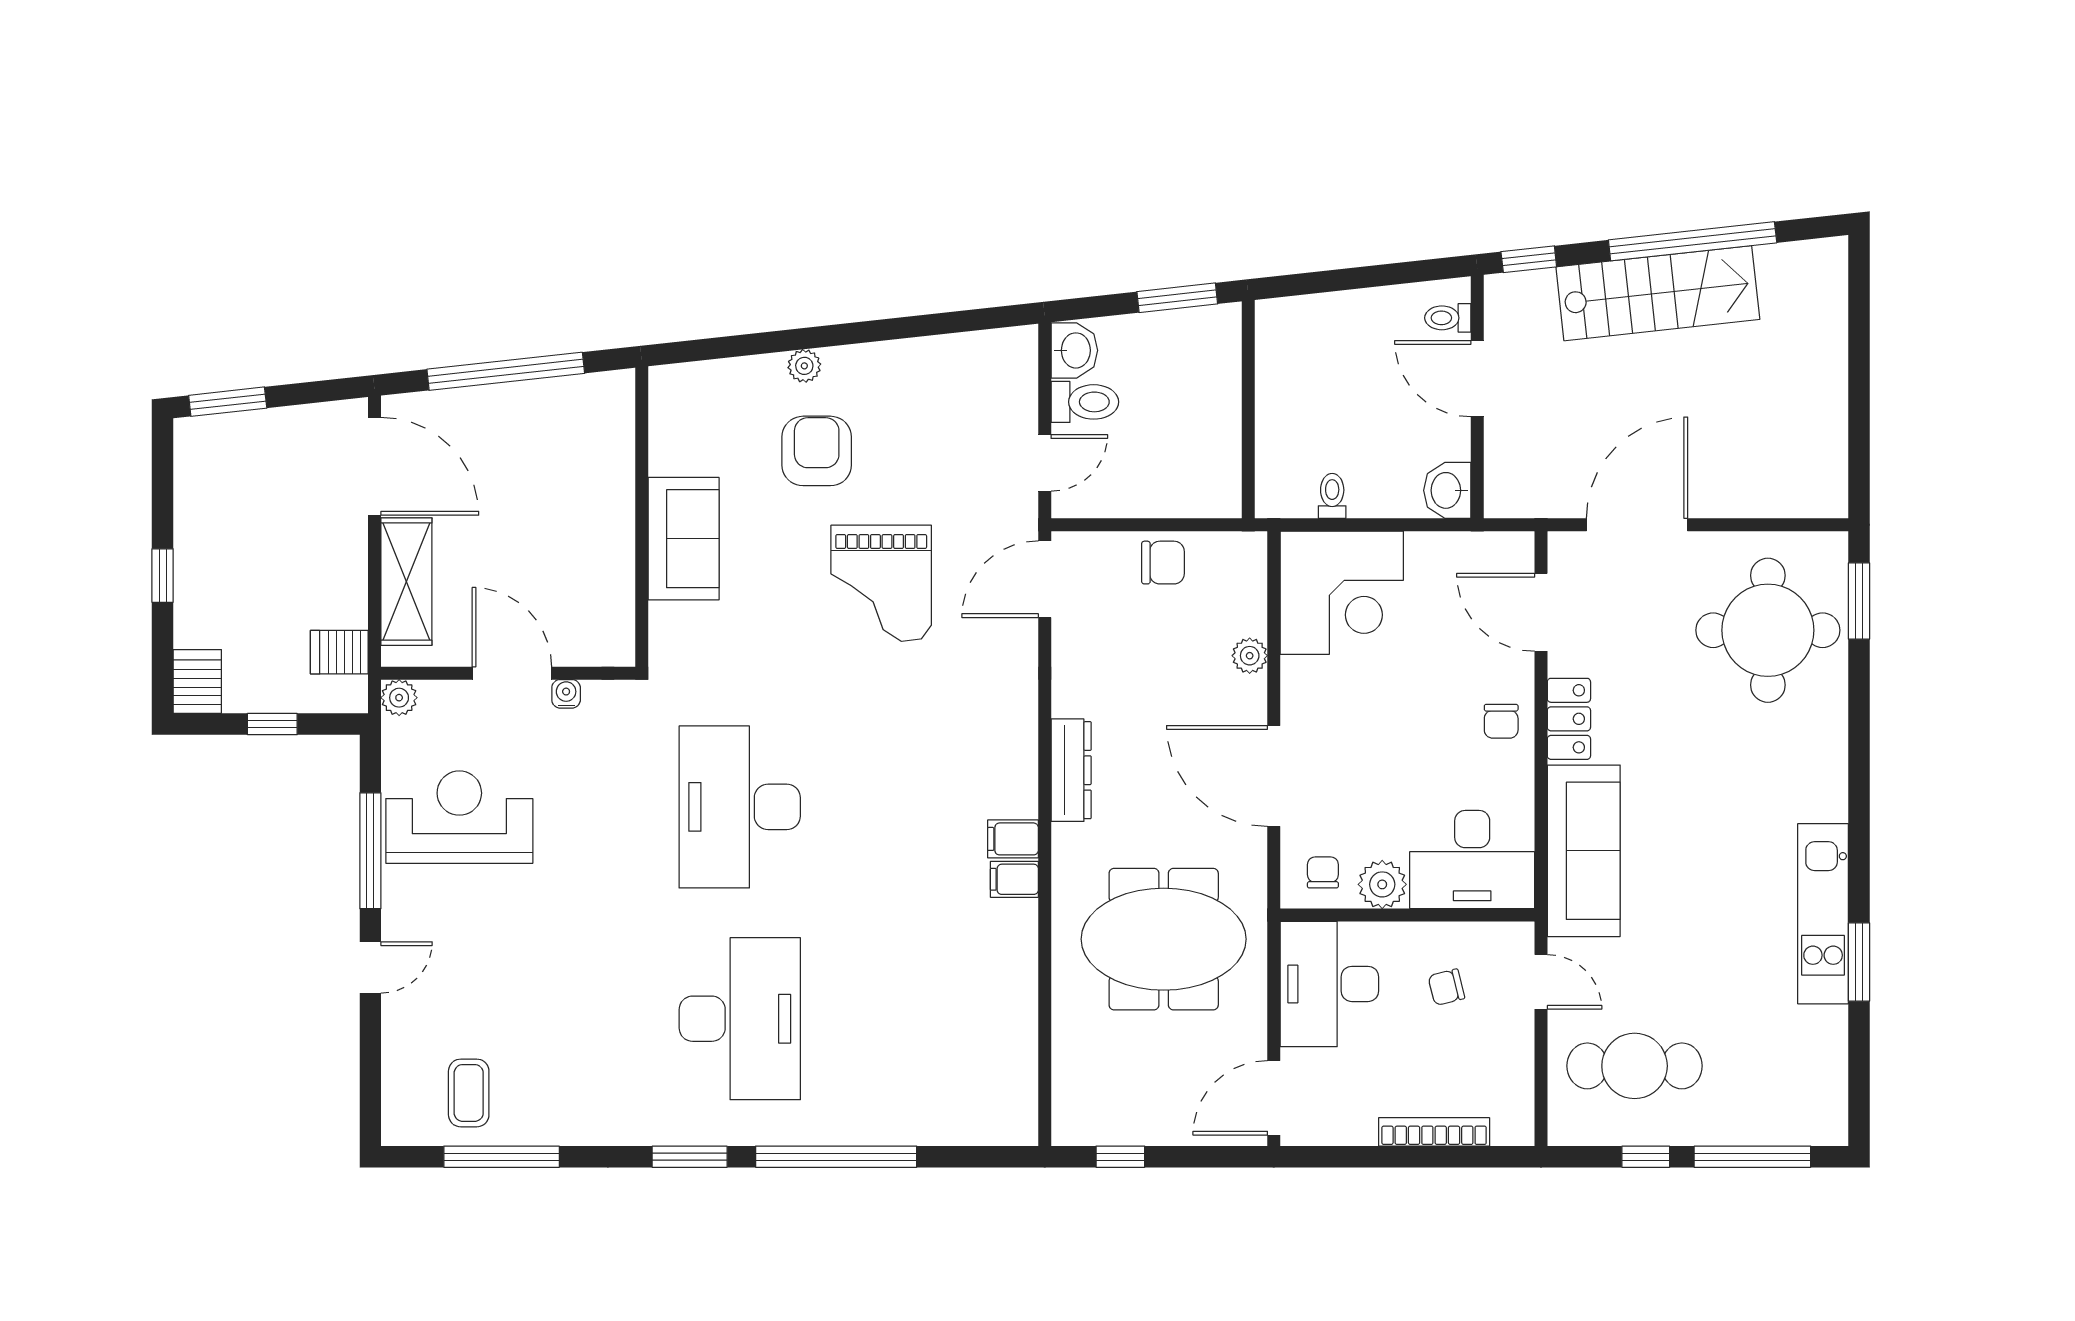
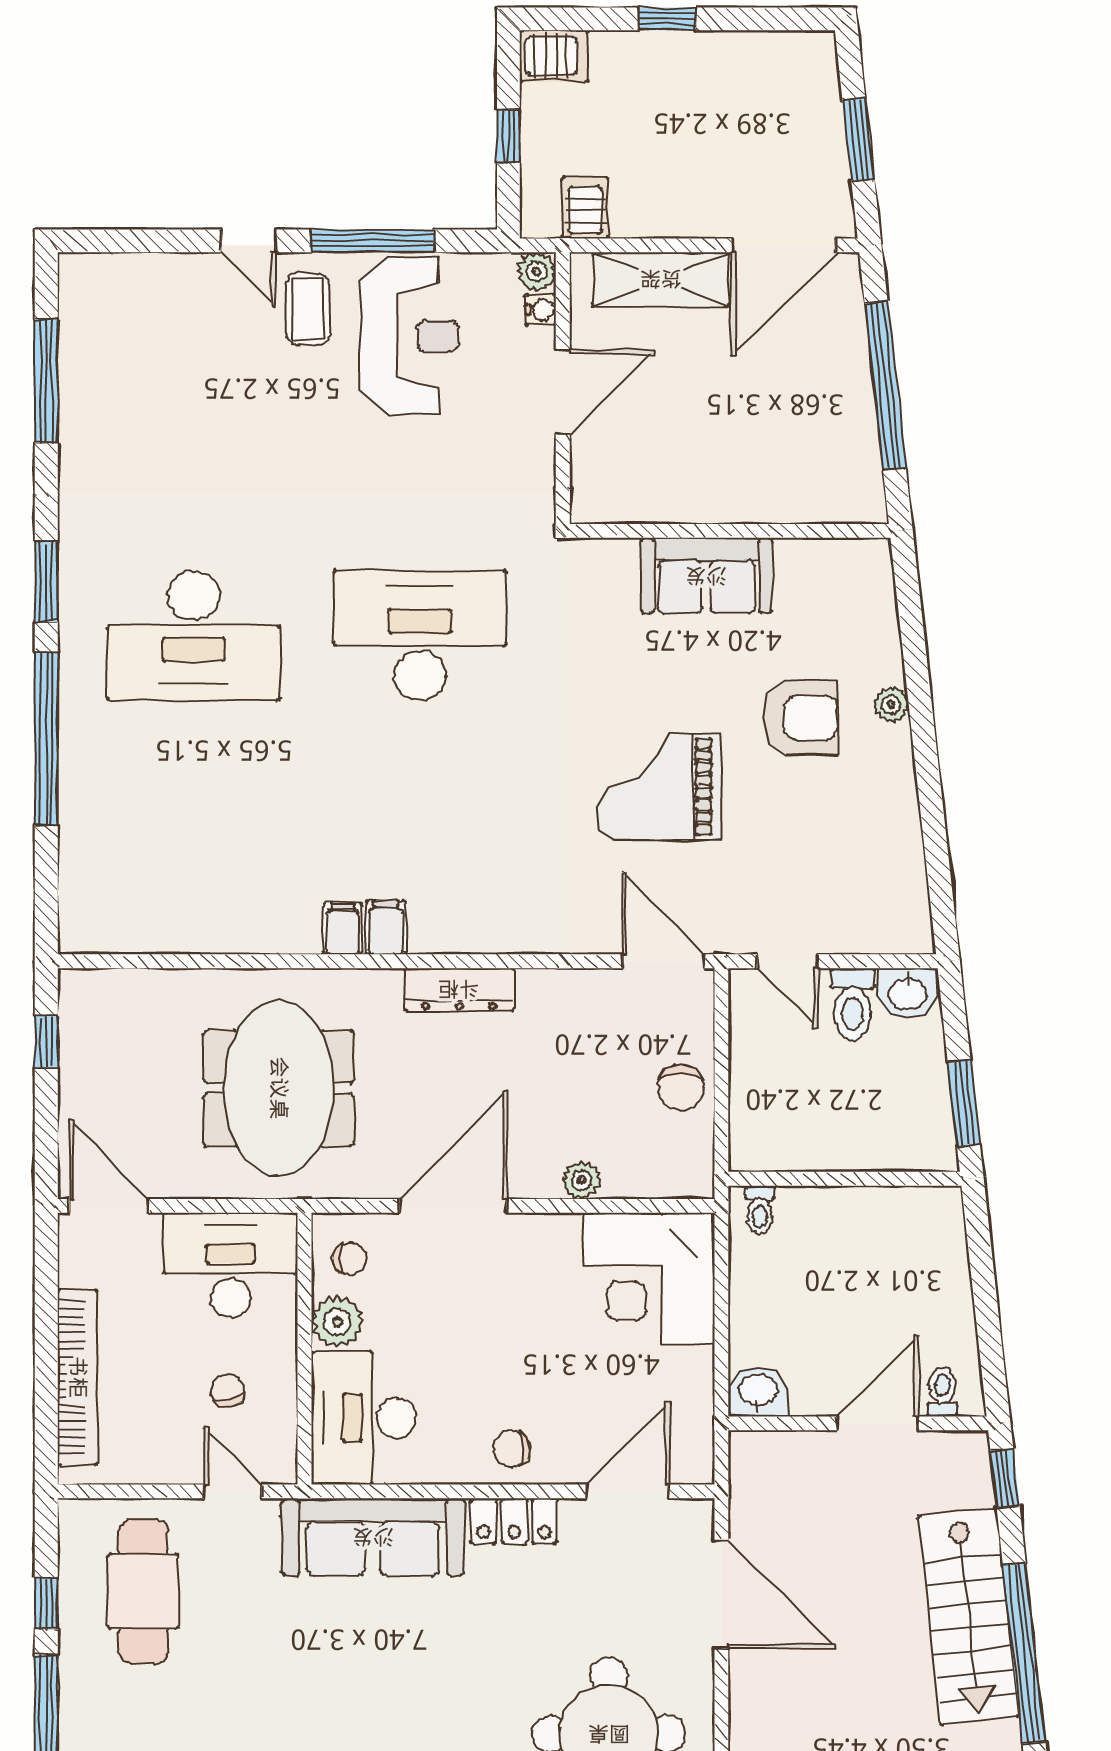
window: (228, 402) -> (858, 140), moved
toilet: (1332, 496) -> (760, 1210), moved, turned 90
water cooler: (566, 694) -> (541, 310), moved
door: (1541, 982) -> (233, 1491), swing flipped
coffee table: (469, 1093) -> (308, 309), moved, turned 90
bookcase: (1434, 1132) -> (78, 1377), width x1.48, depth x1.31

